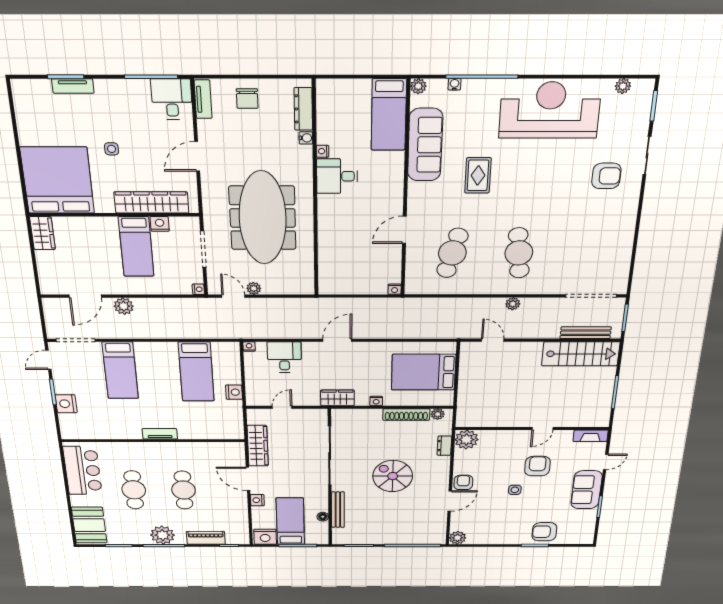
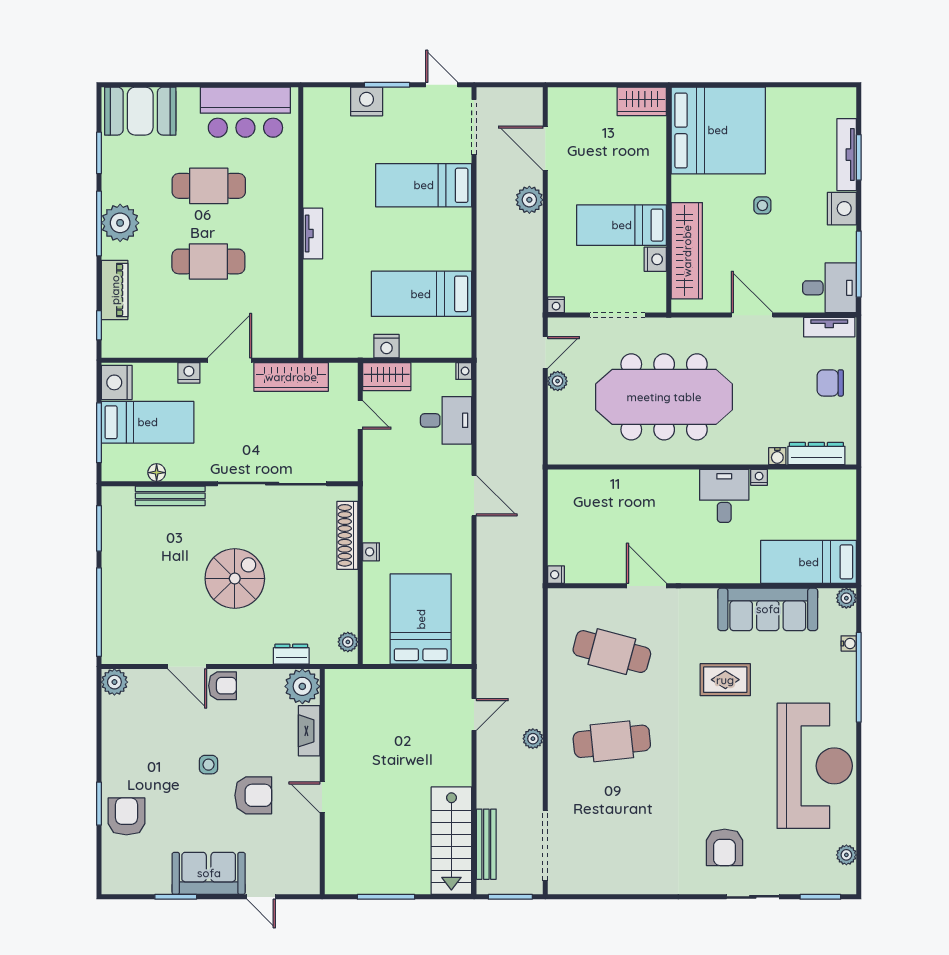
tv unit: (73, 86) -> (847, 155), width x1.41
nightstand: (108, 90) -> (842, 209), added
wardrobe: (337, 398) -> (387, 377), moved, turned 90
shoe rack: (406, 414) -> (347, 535), moved
fireplace: (591, 436) -> (309, 731), moved

